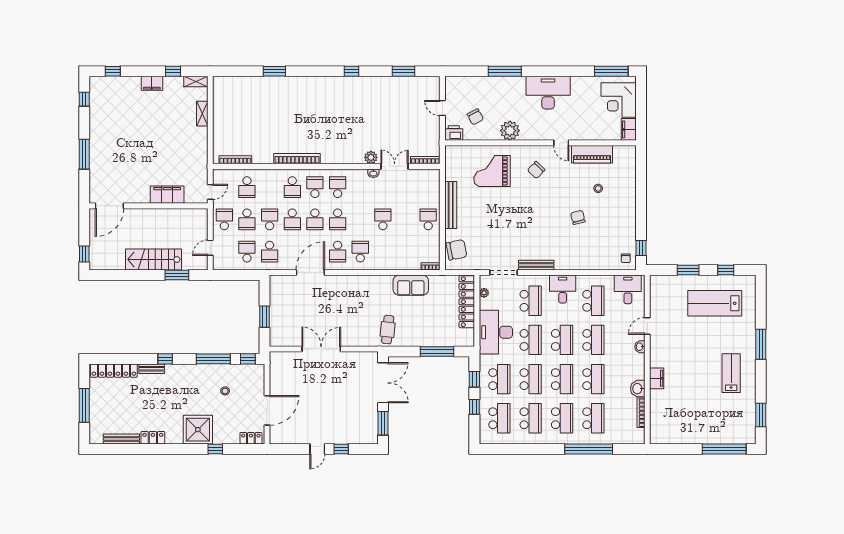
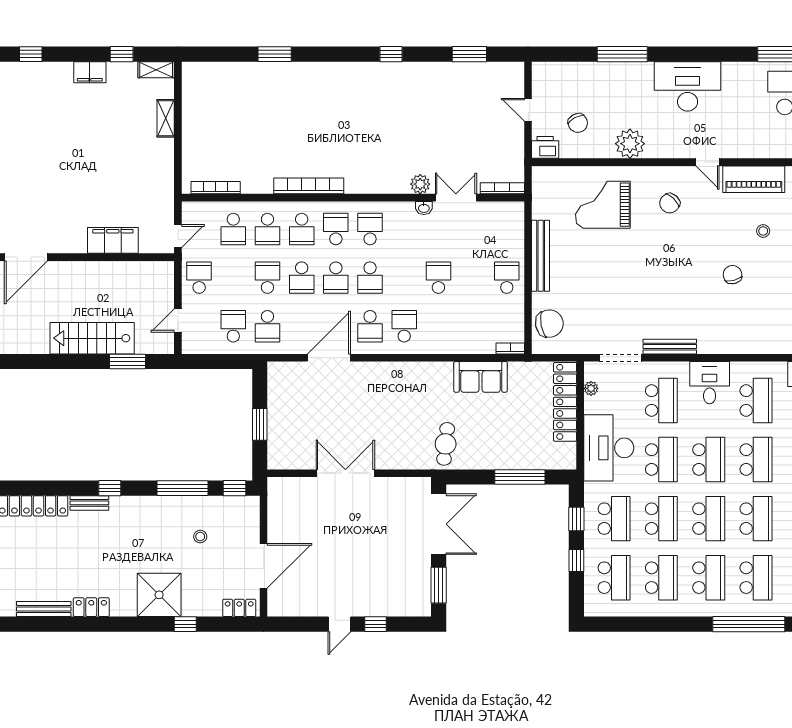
school desk: (247, 219) -> (267, 229), moved

